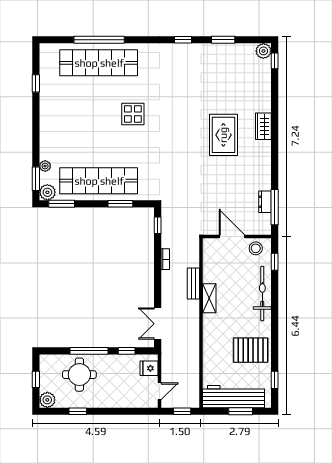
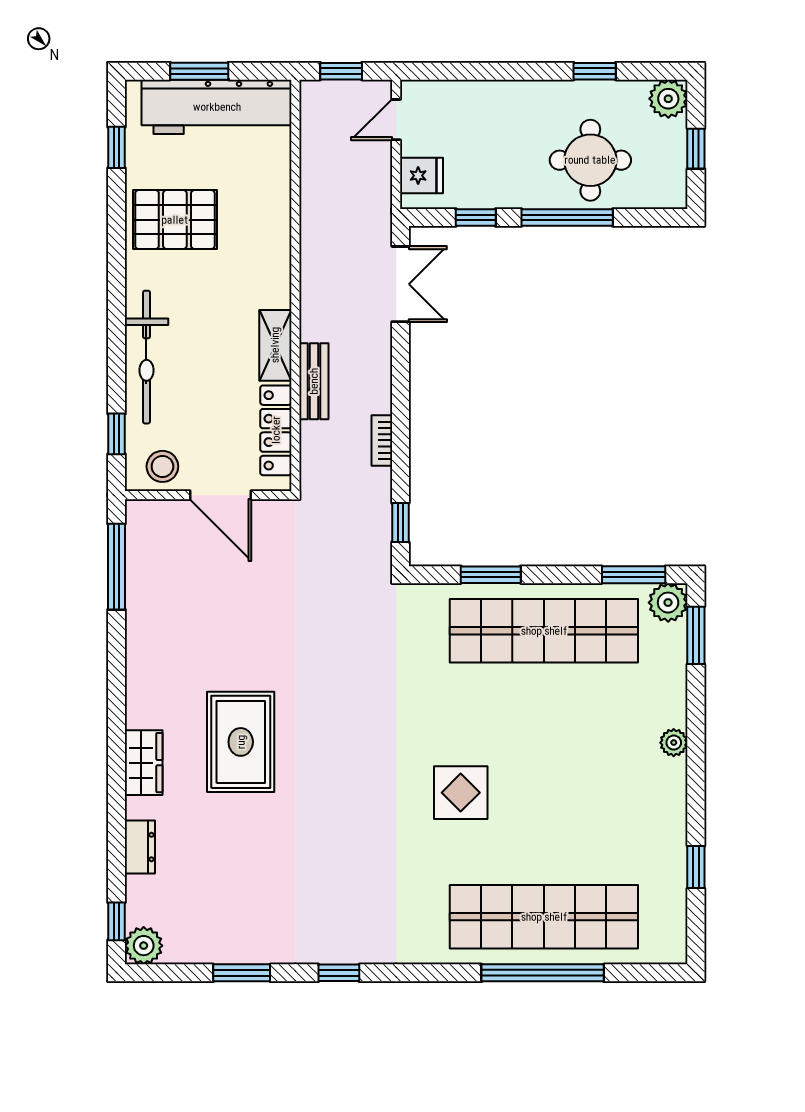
plant: (45, 166) -> (674, 743), moved
dresser: (265, 202) -> (140, 847), moved
locker: (209, 263) -> (276, 430), added

